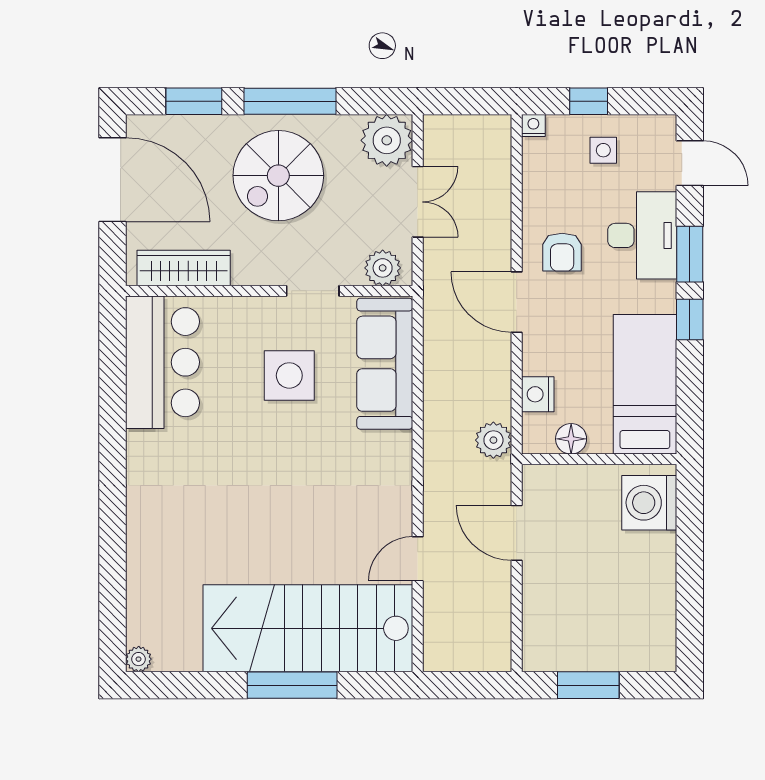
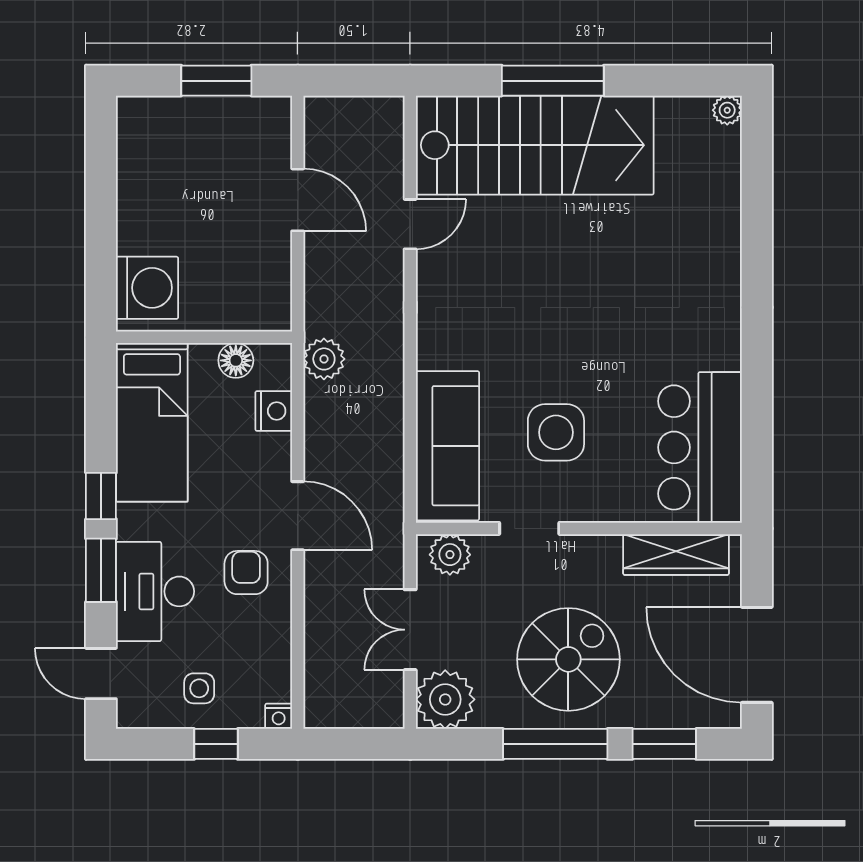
door: (517, 533) -> (298, 200), moved

